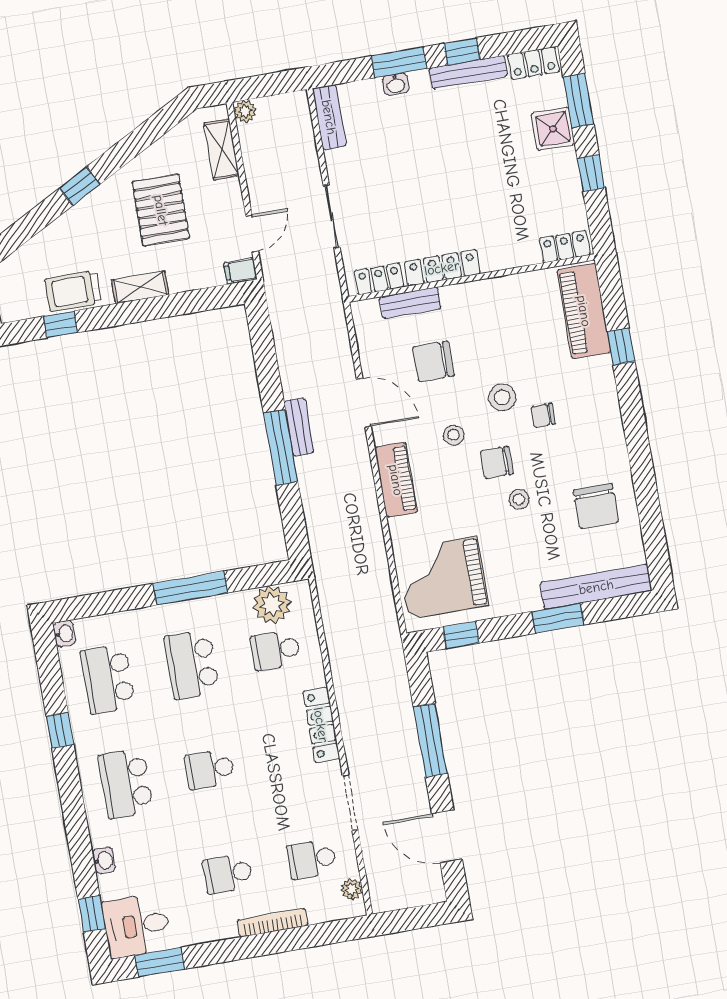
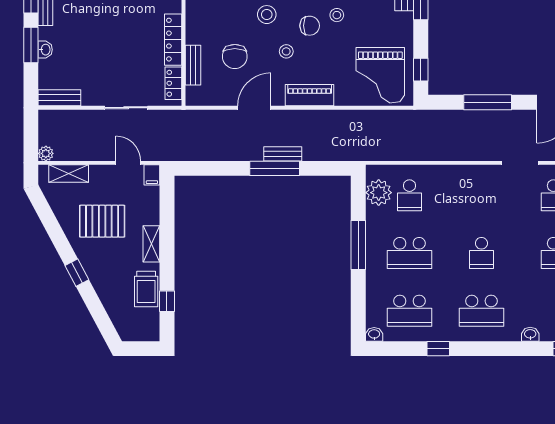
bench: (299, 427) -> (283, 154), moved
chair: (497, 462) -> (310, 26), turned -90
locker: (321, 725) -> (465, 173), removed

